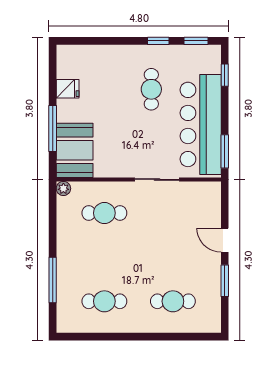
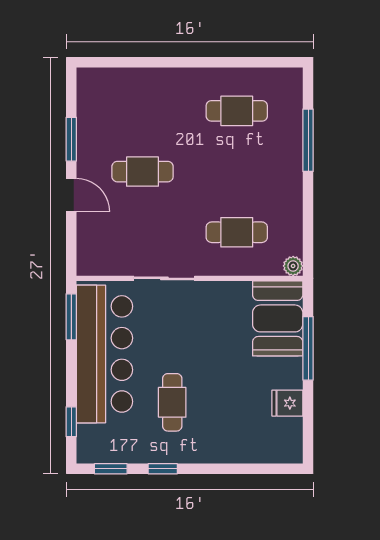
cafe table: (173, 301) -> (143, 172), moved

